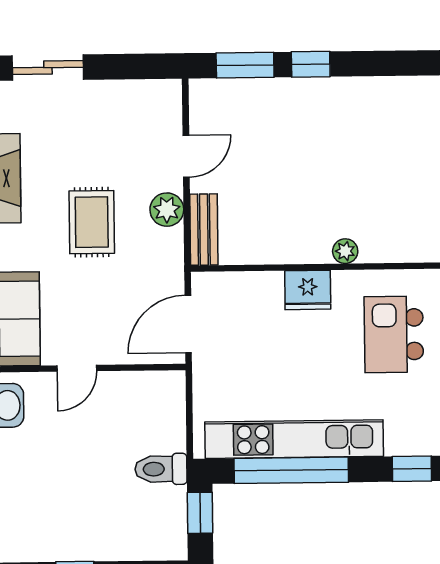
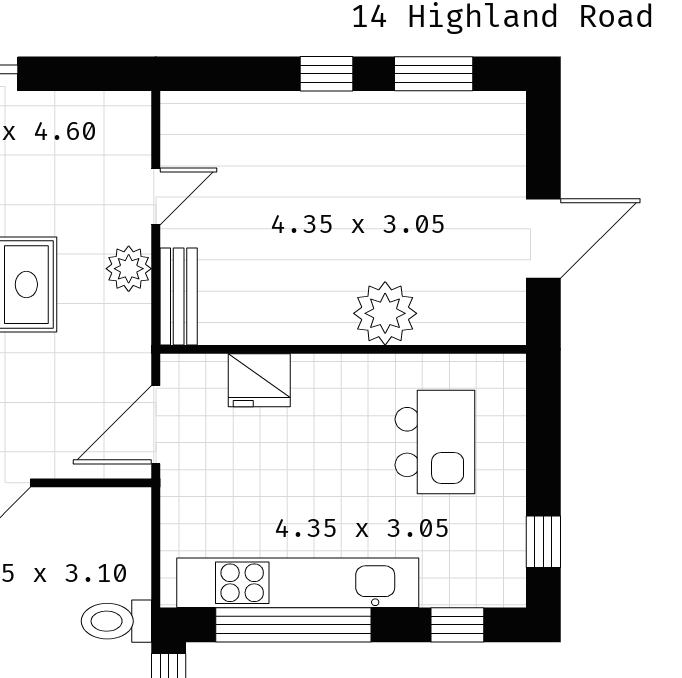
window: (245, 65) -> (434, 74), moved
plant: (345, 251) -> (385, 313), width x1.88, depth x1.88
fridge: (308, 290) -> (259, 380), moved
kitchen island: (394, 334) -> (435, 442), turned 180

